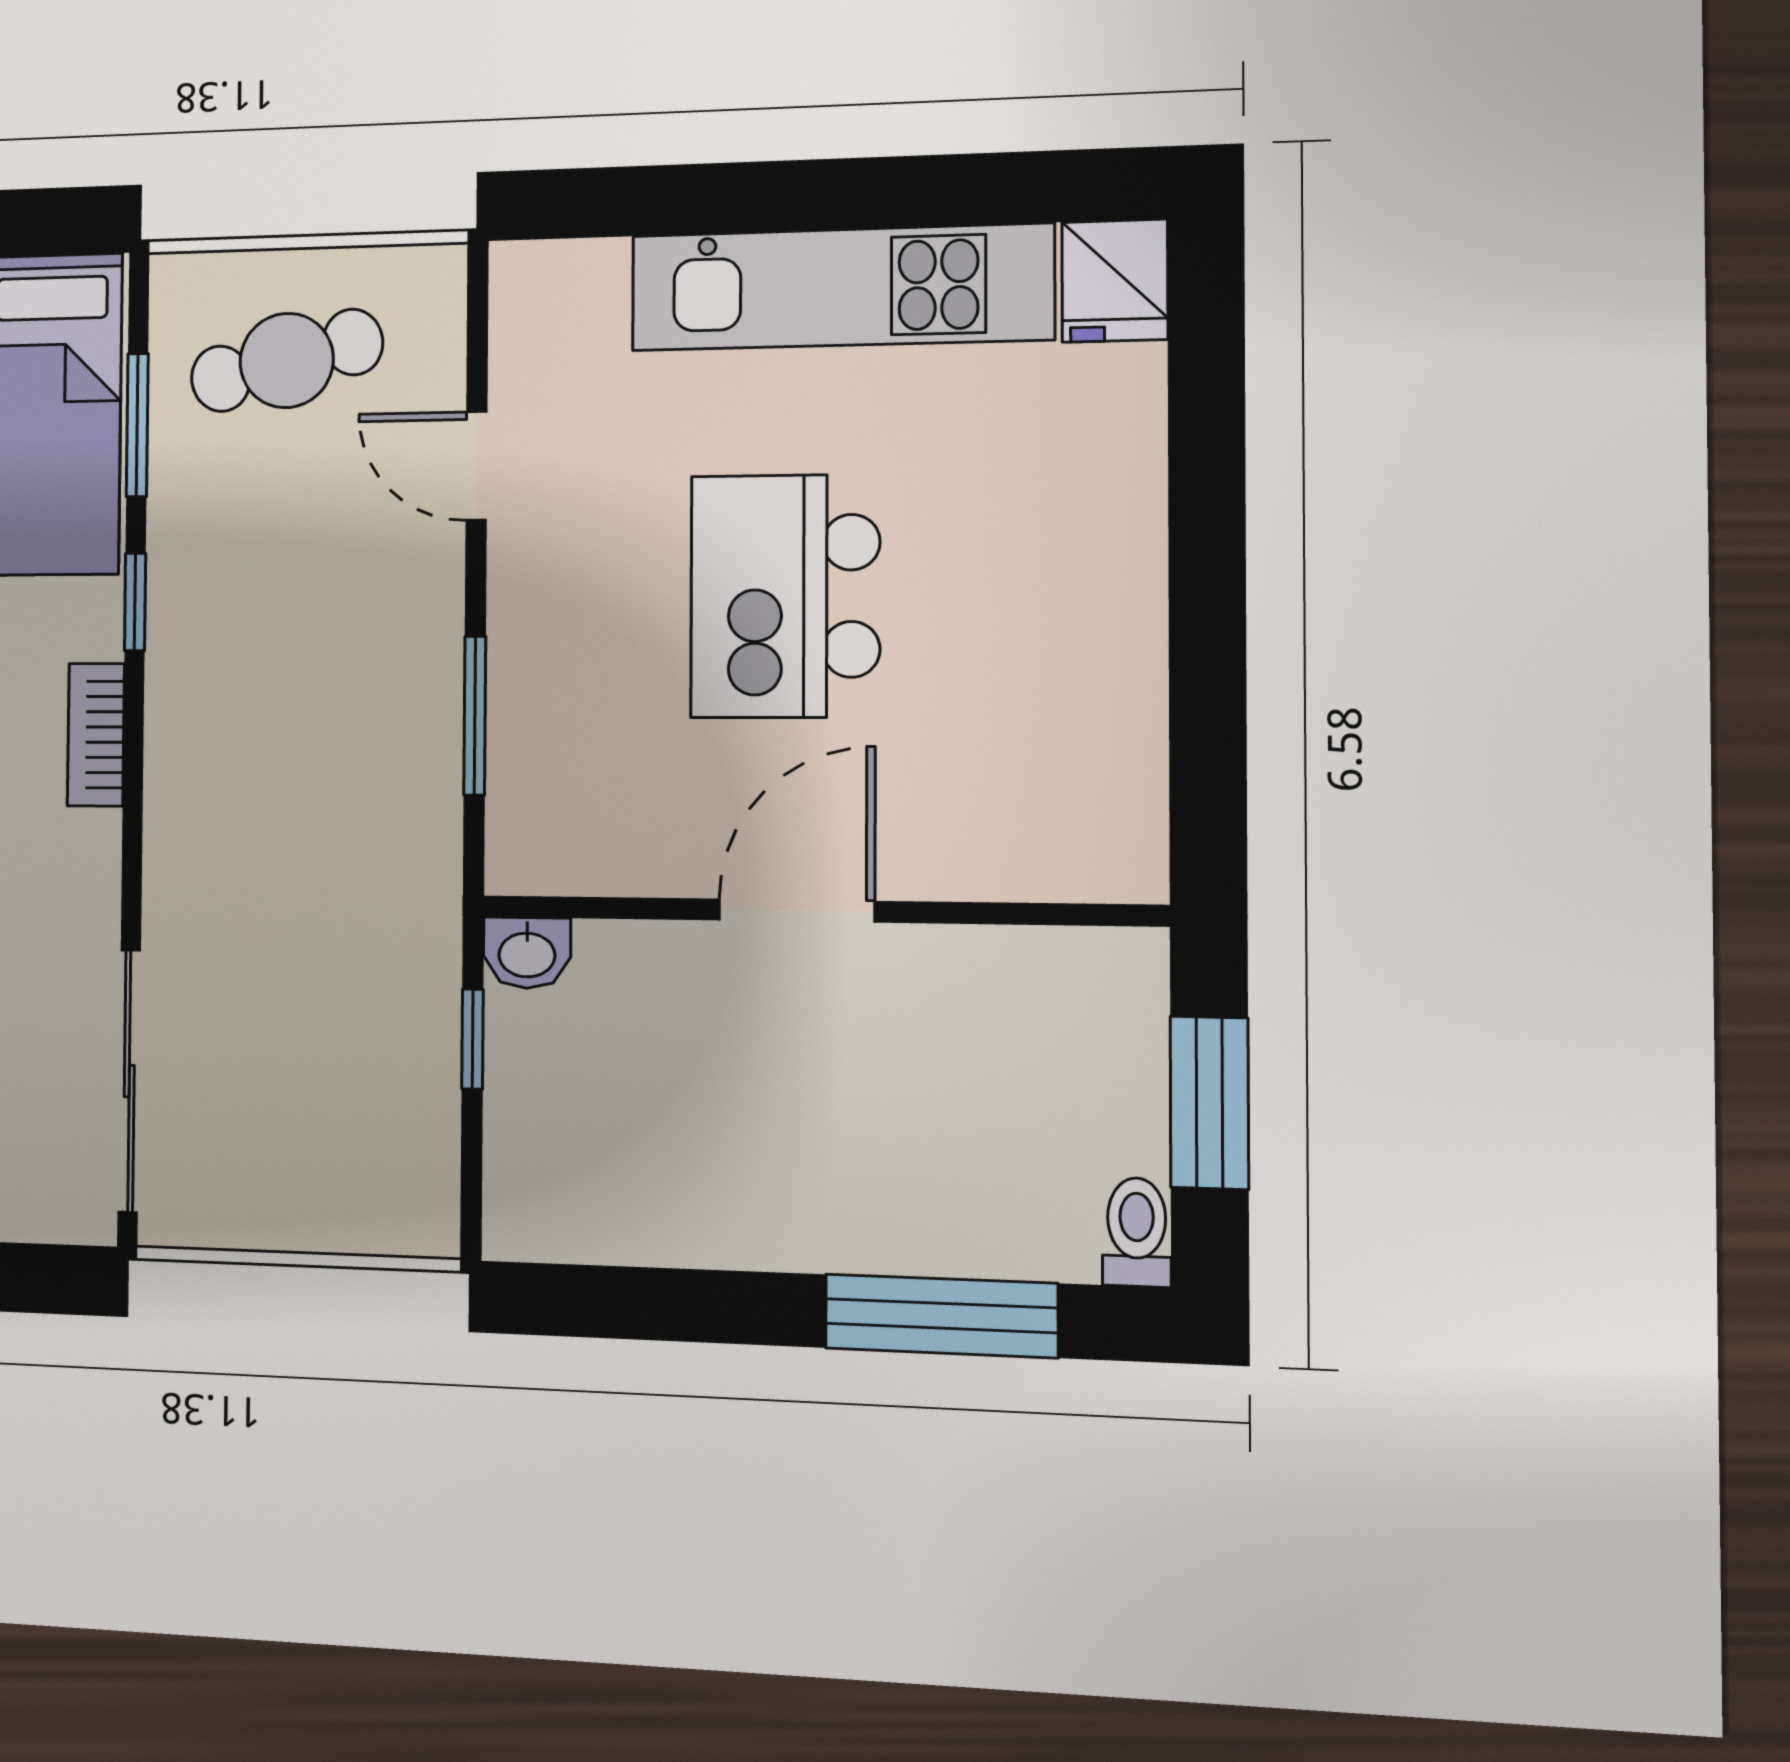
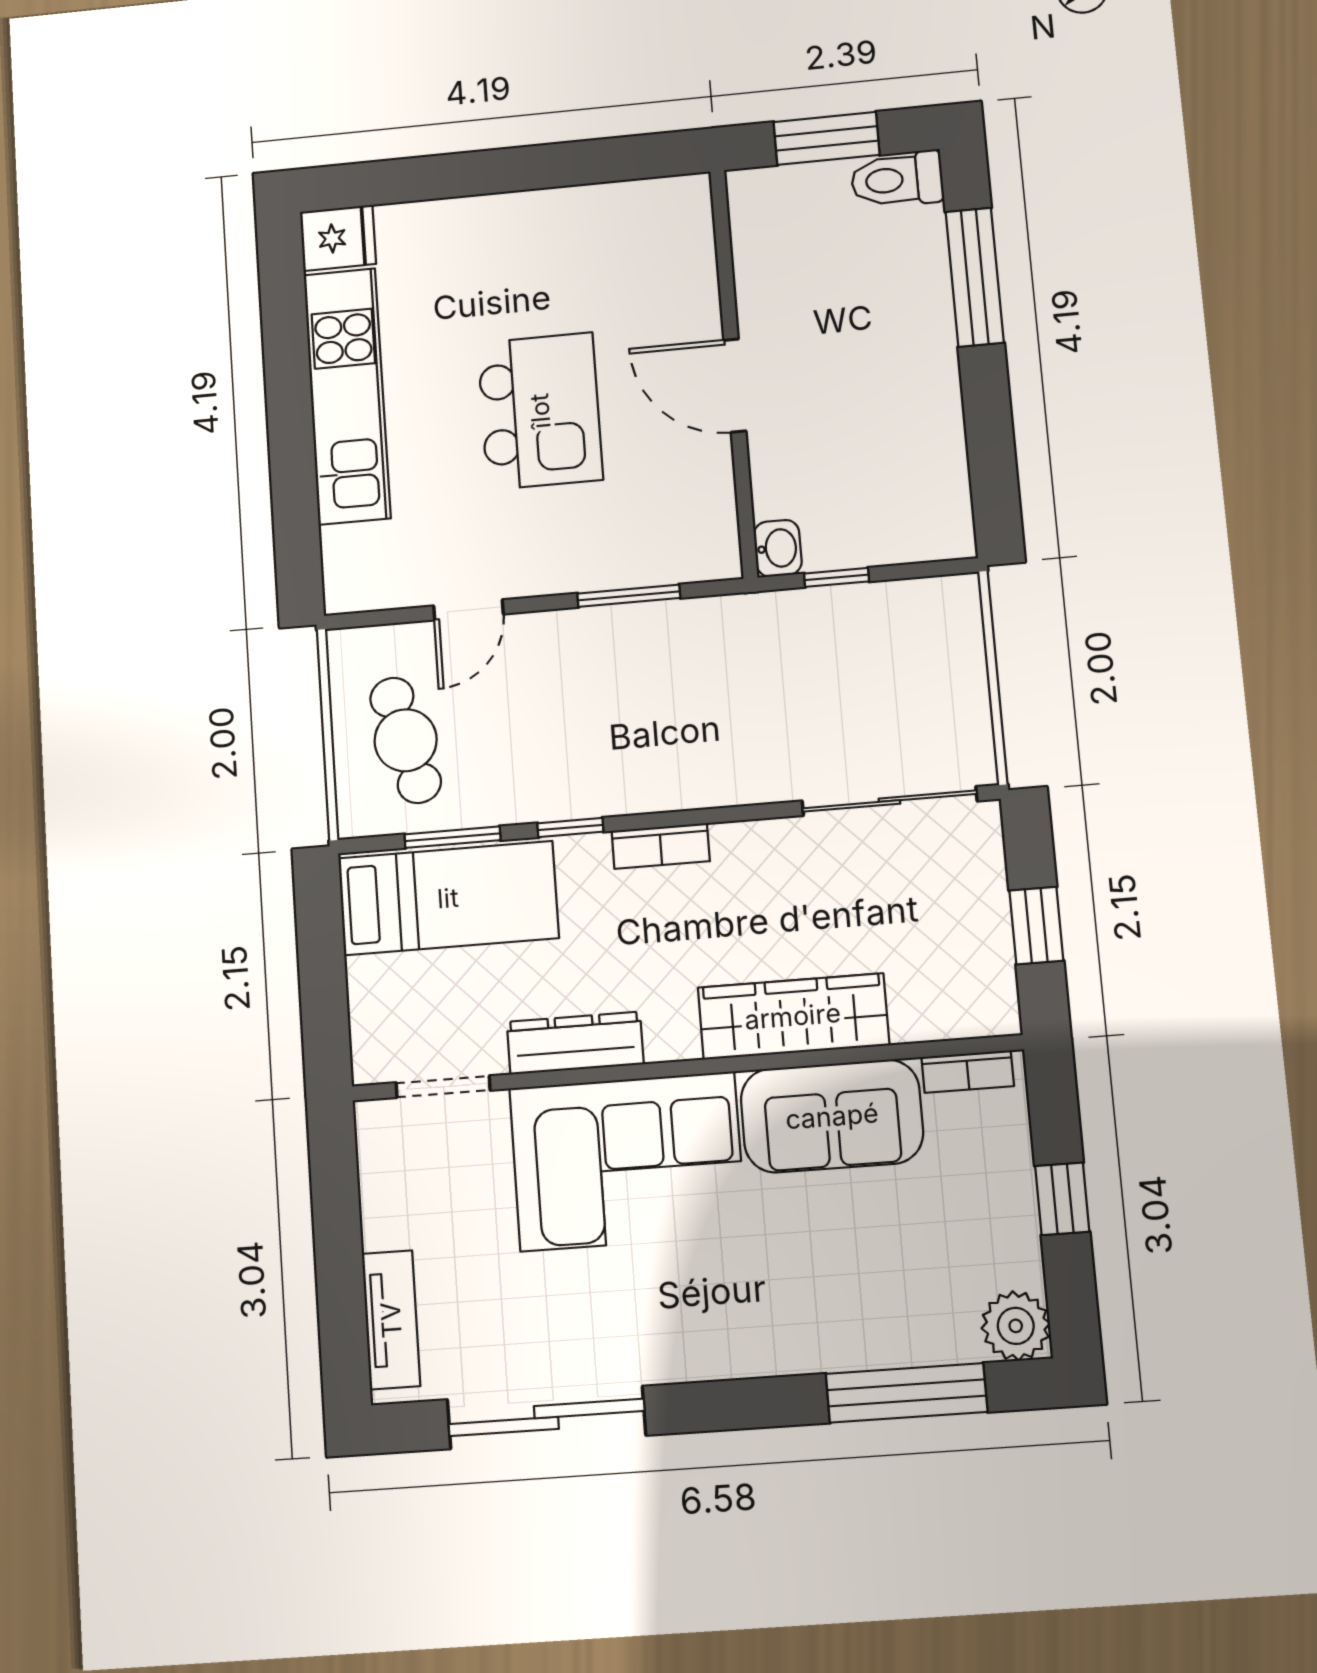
kitchen island: (785, 596) -> (540, 411), turned -90
toilet: (1137, 1232) -> (897, 180), width x1.37, depth x1.39

